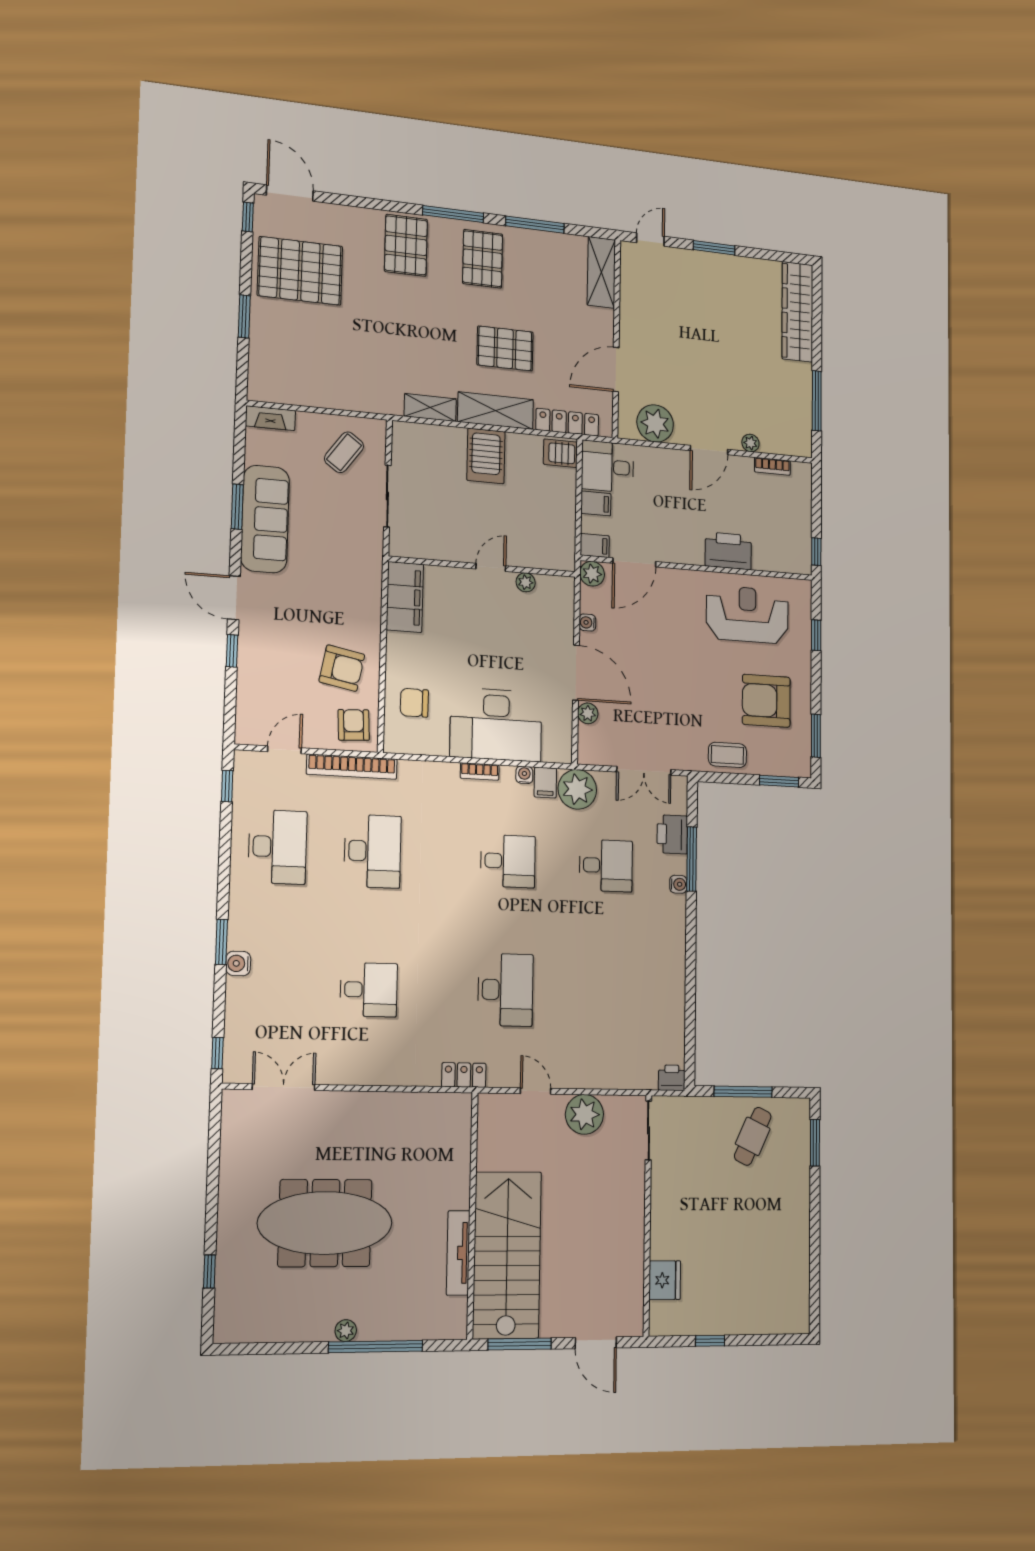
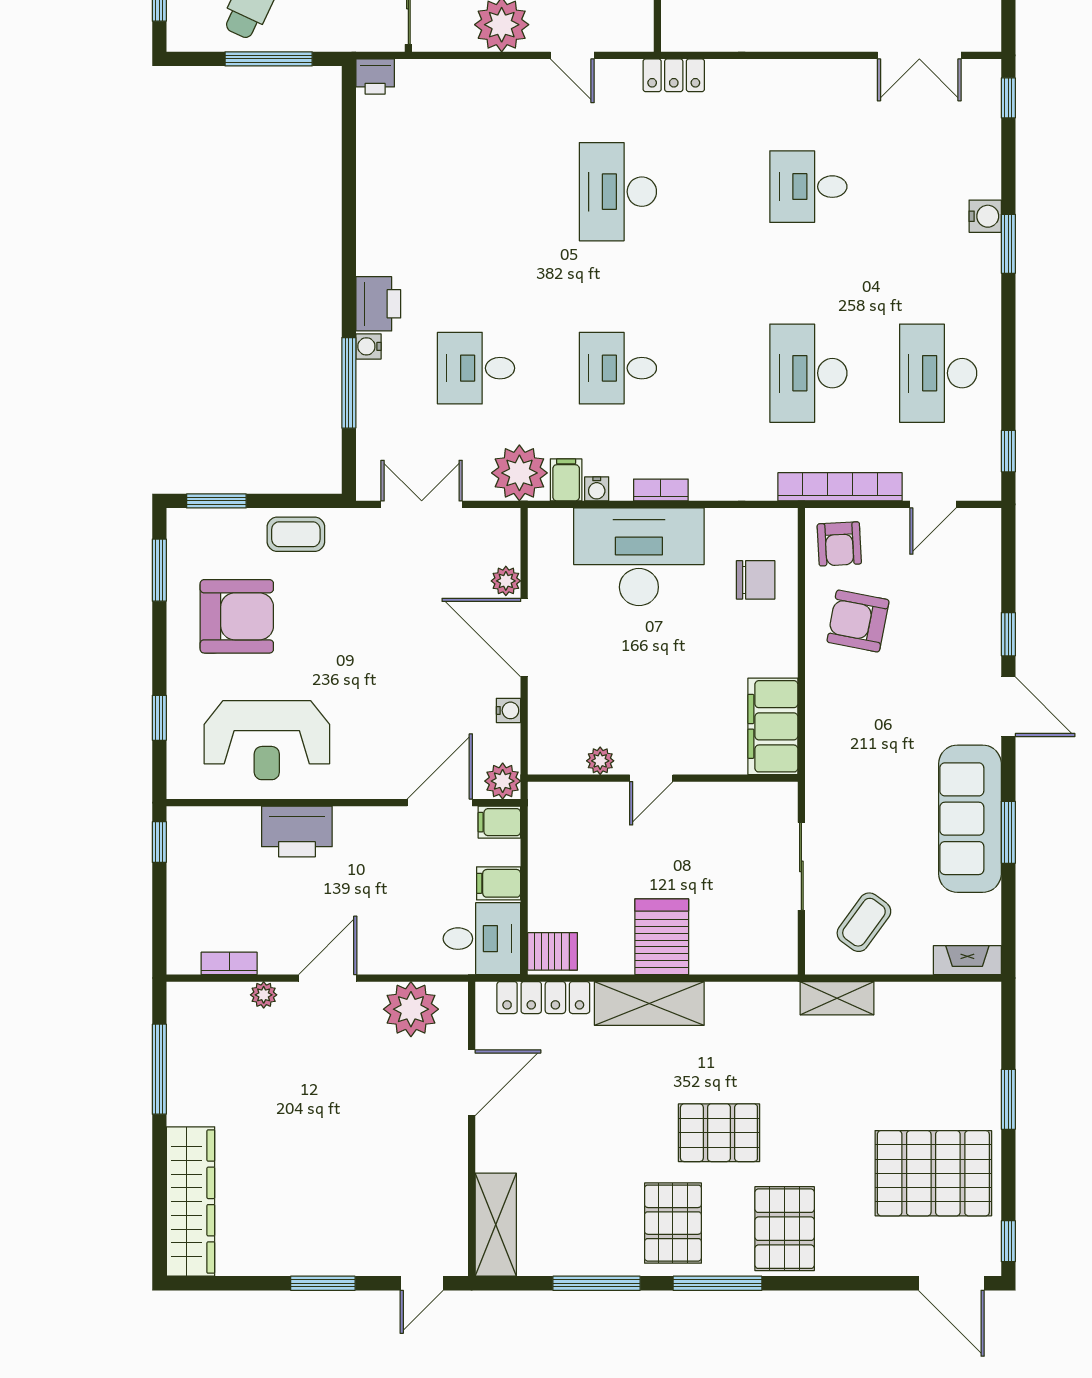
pallet: (505, 348) -> (719, 1133), moved
shelving: (430, 408) -> (837, 998), moved
printer: (672, 834) -> (378, 304), moved

